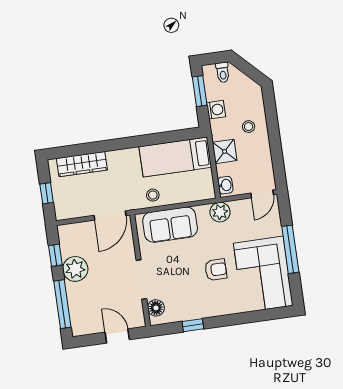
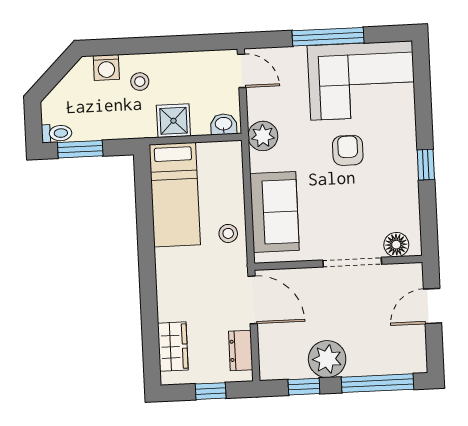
toilet: (223, 72) -> (57, 133), moved
washing machine: (216, 110) -> (106, 68), moved, turned 180
wardrobe: (82, 164) -> (173, 347), width x0.67
dresser: (76, 211) -> (241, 350), added
window: (193, 325) -> (426, 165), moved

